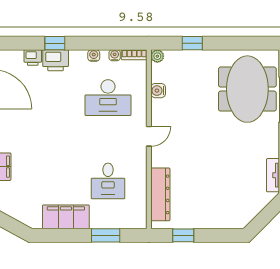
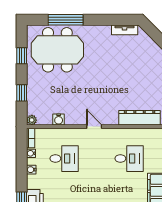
window: (240, 43) -> (22, 56), added
desk: (108, 98) -> (64, 159), width x0.73

